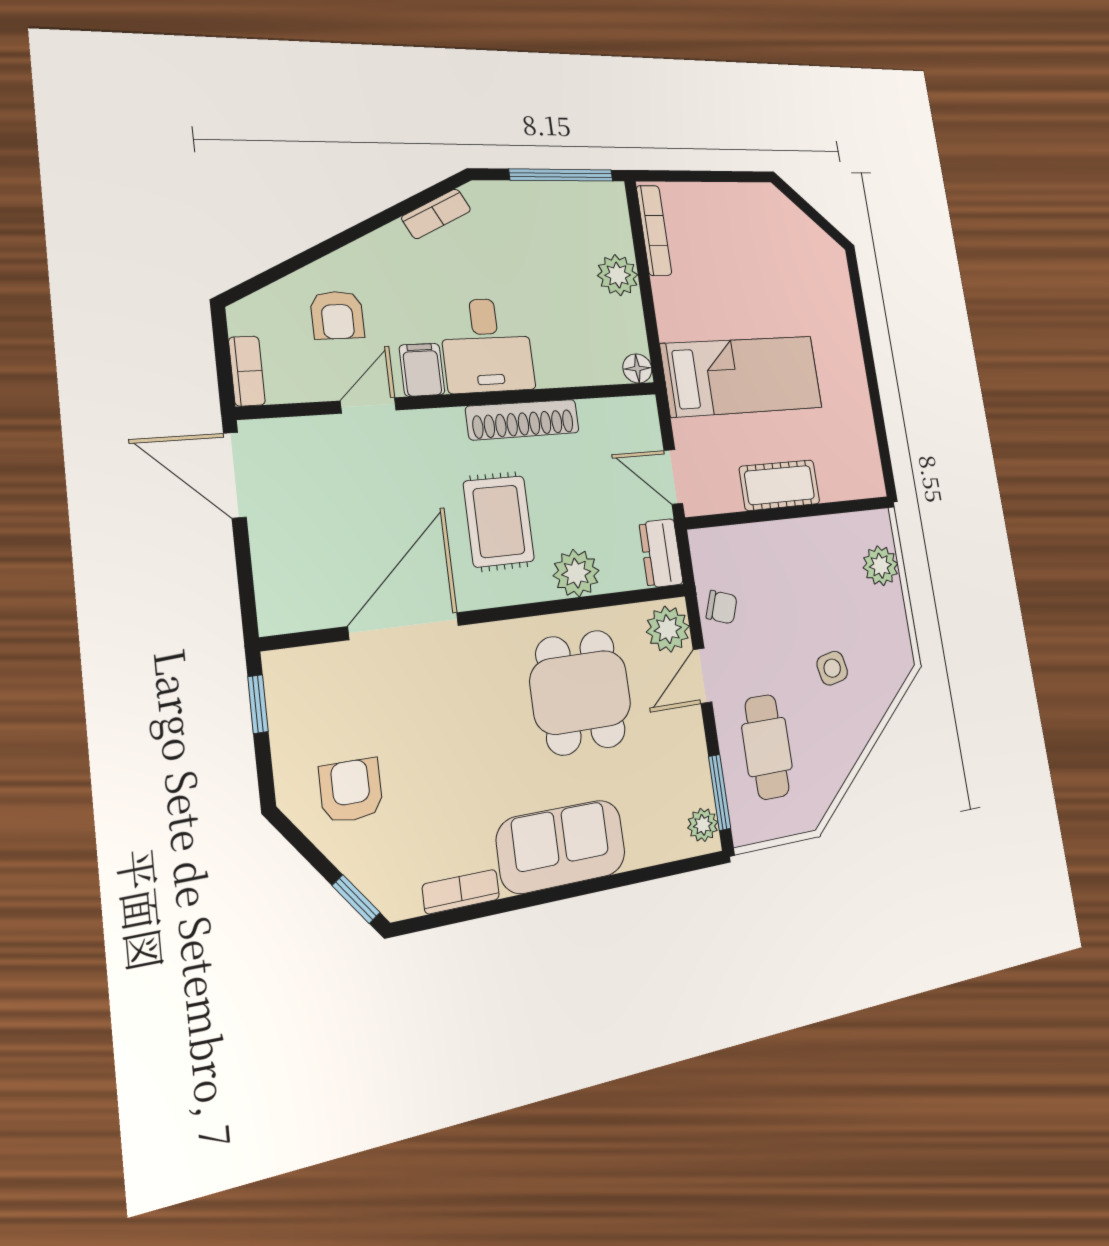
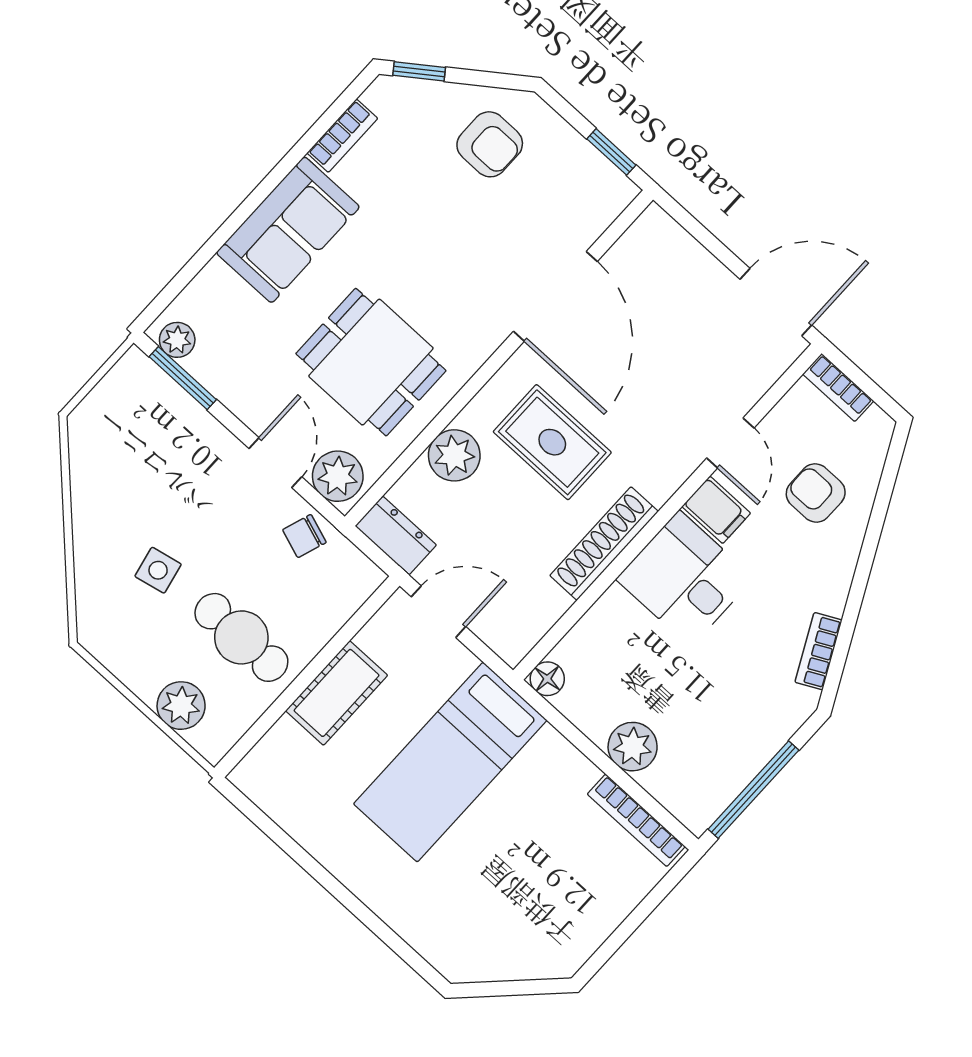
cafe table: (767, 747) -> (241, 637), moved

